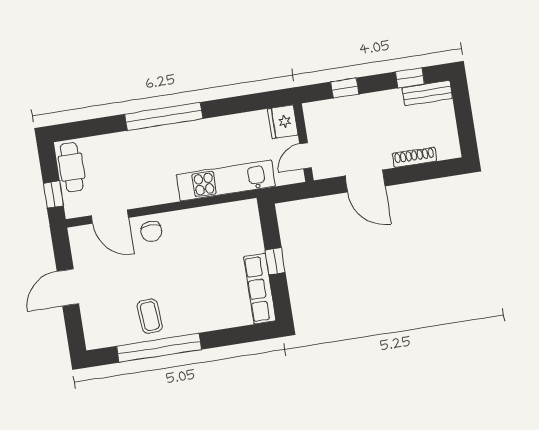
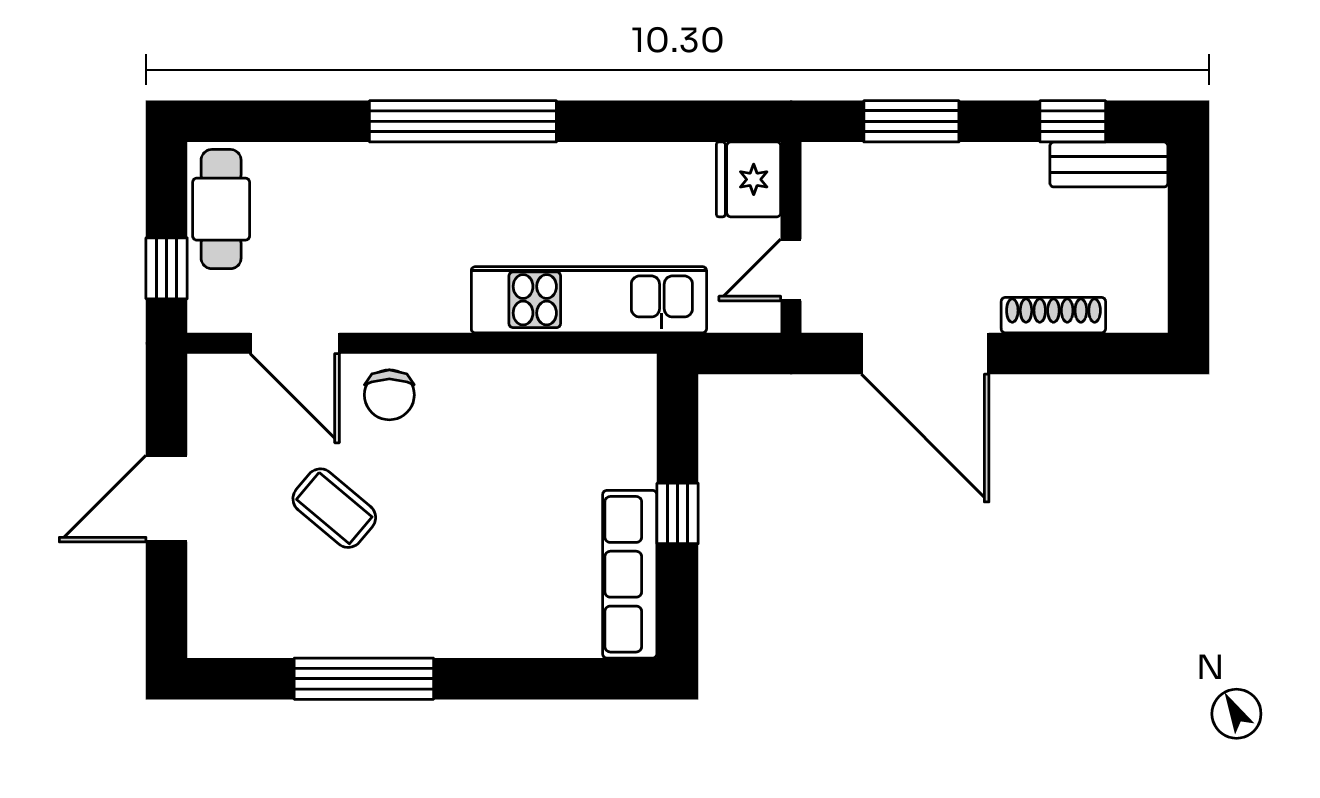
window: (345, 88) -> (911, 121), width x1.50
door: (365, 181) -> (925, 354), width x1.36
coffee table: (150, 316) -> (334, 508), moved, turned -45
window: (159, 348) -> (364, 679), width x0.68

